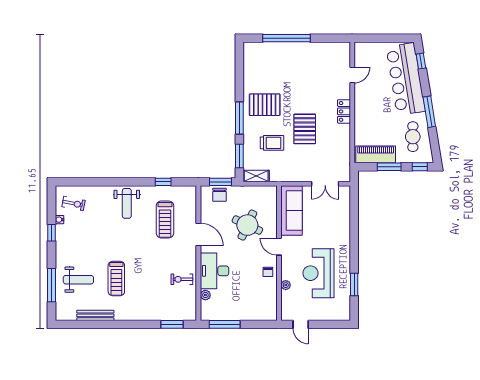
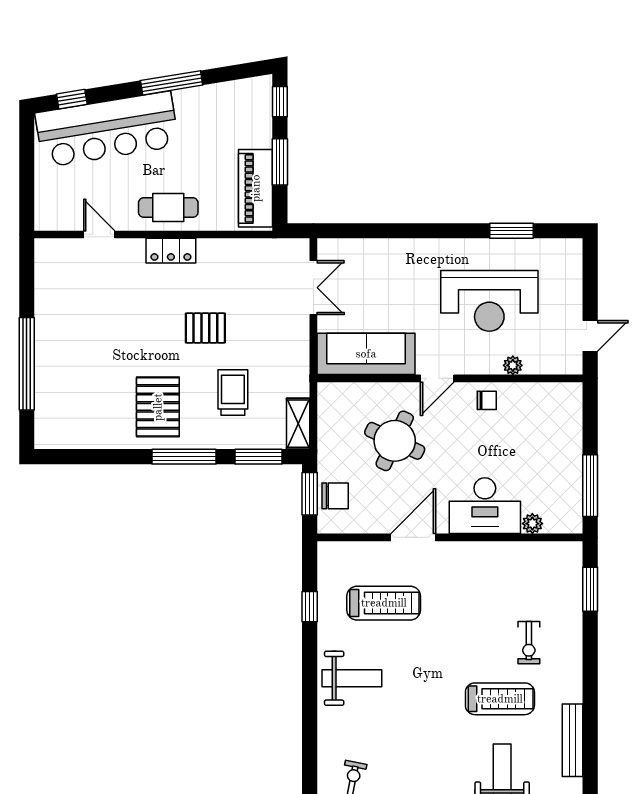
pallet: (305, 129) -> (205, 328), width x0.67, depth x0.71
cafe table: (413, 137) -> (168, 208), moved
exercise bike: (182, 279) -> (529, 643), moved

